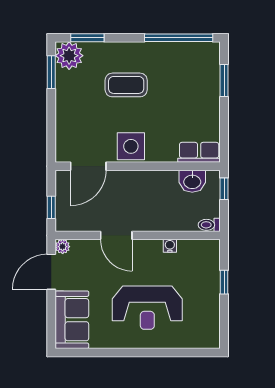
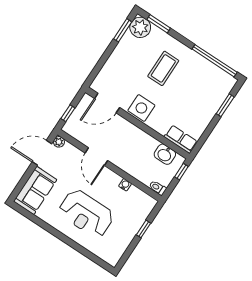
coffee table: (126, 85) -> (163, 68), turned 90

